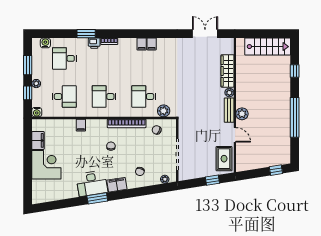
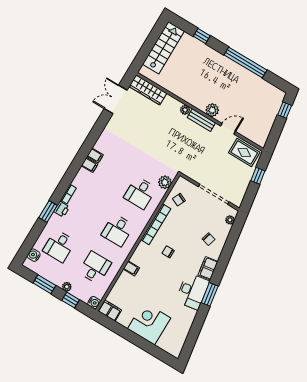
wardrobe: (227, 71) -> (148, 90), moved
filing cabinet: (38, 140) -> (110, 310), moved

